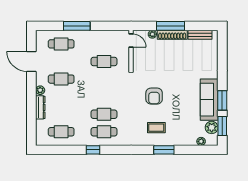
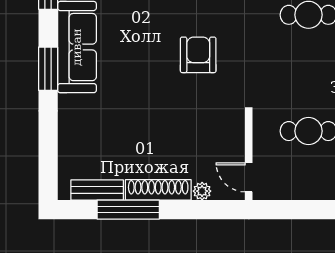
window: (170, 26) -> (128, 210), moved
window: (222, 100) -> (48, 69), moved

